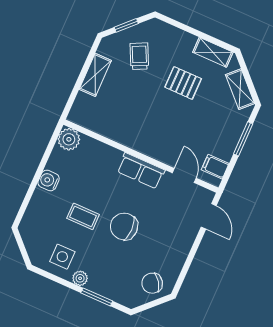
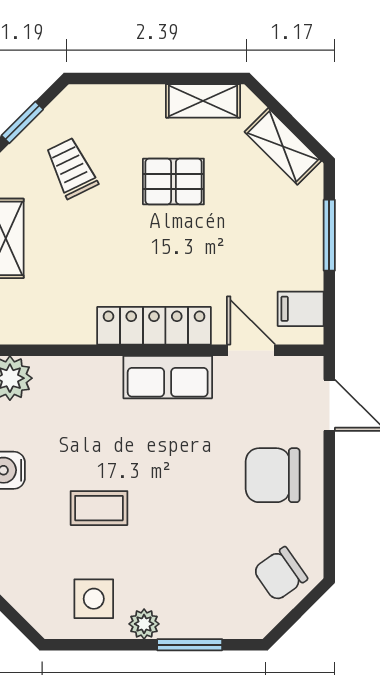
locker: (145, 145) -> (154, 326), added
chair: (124, 226) -> (273, 475), moved

